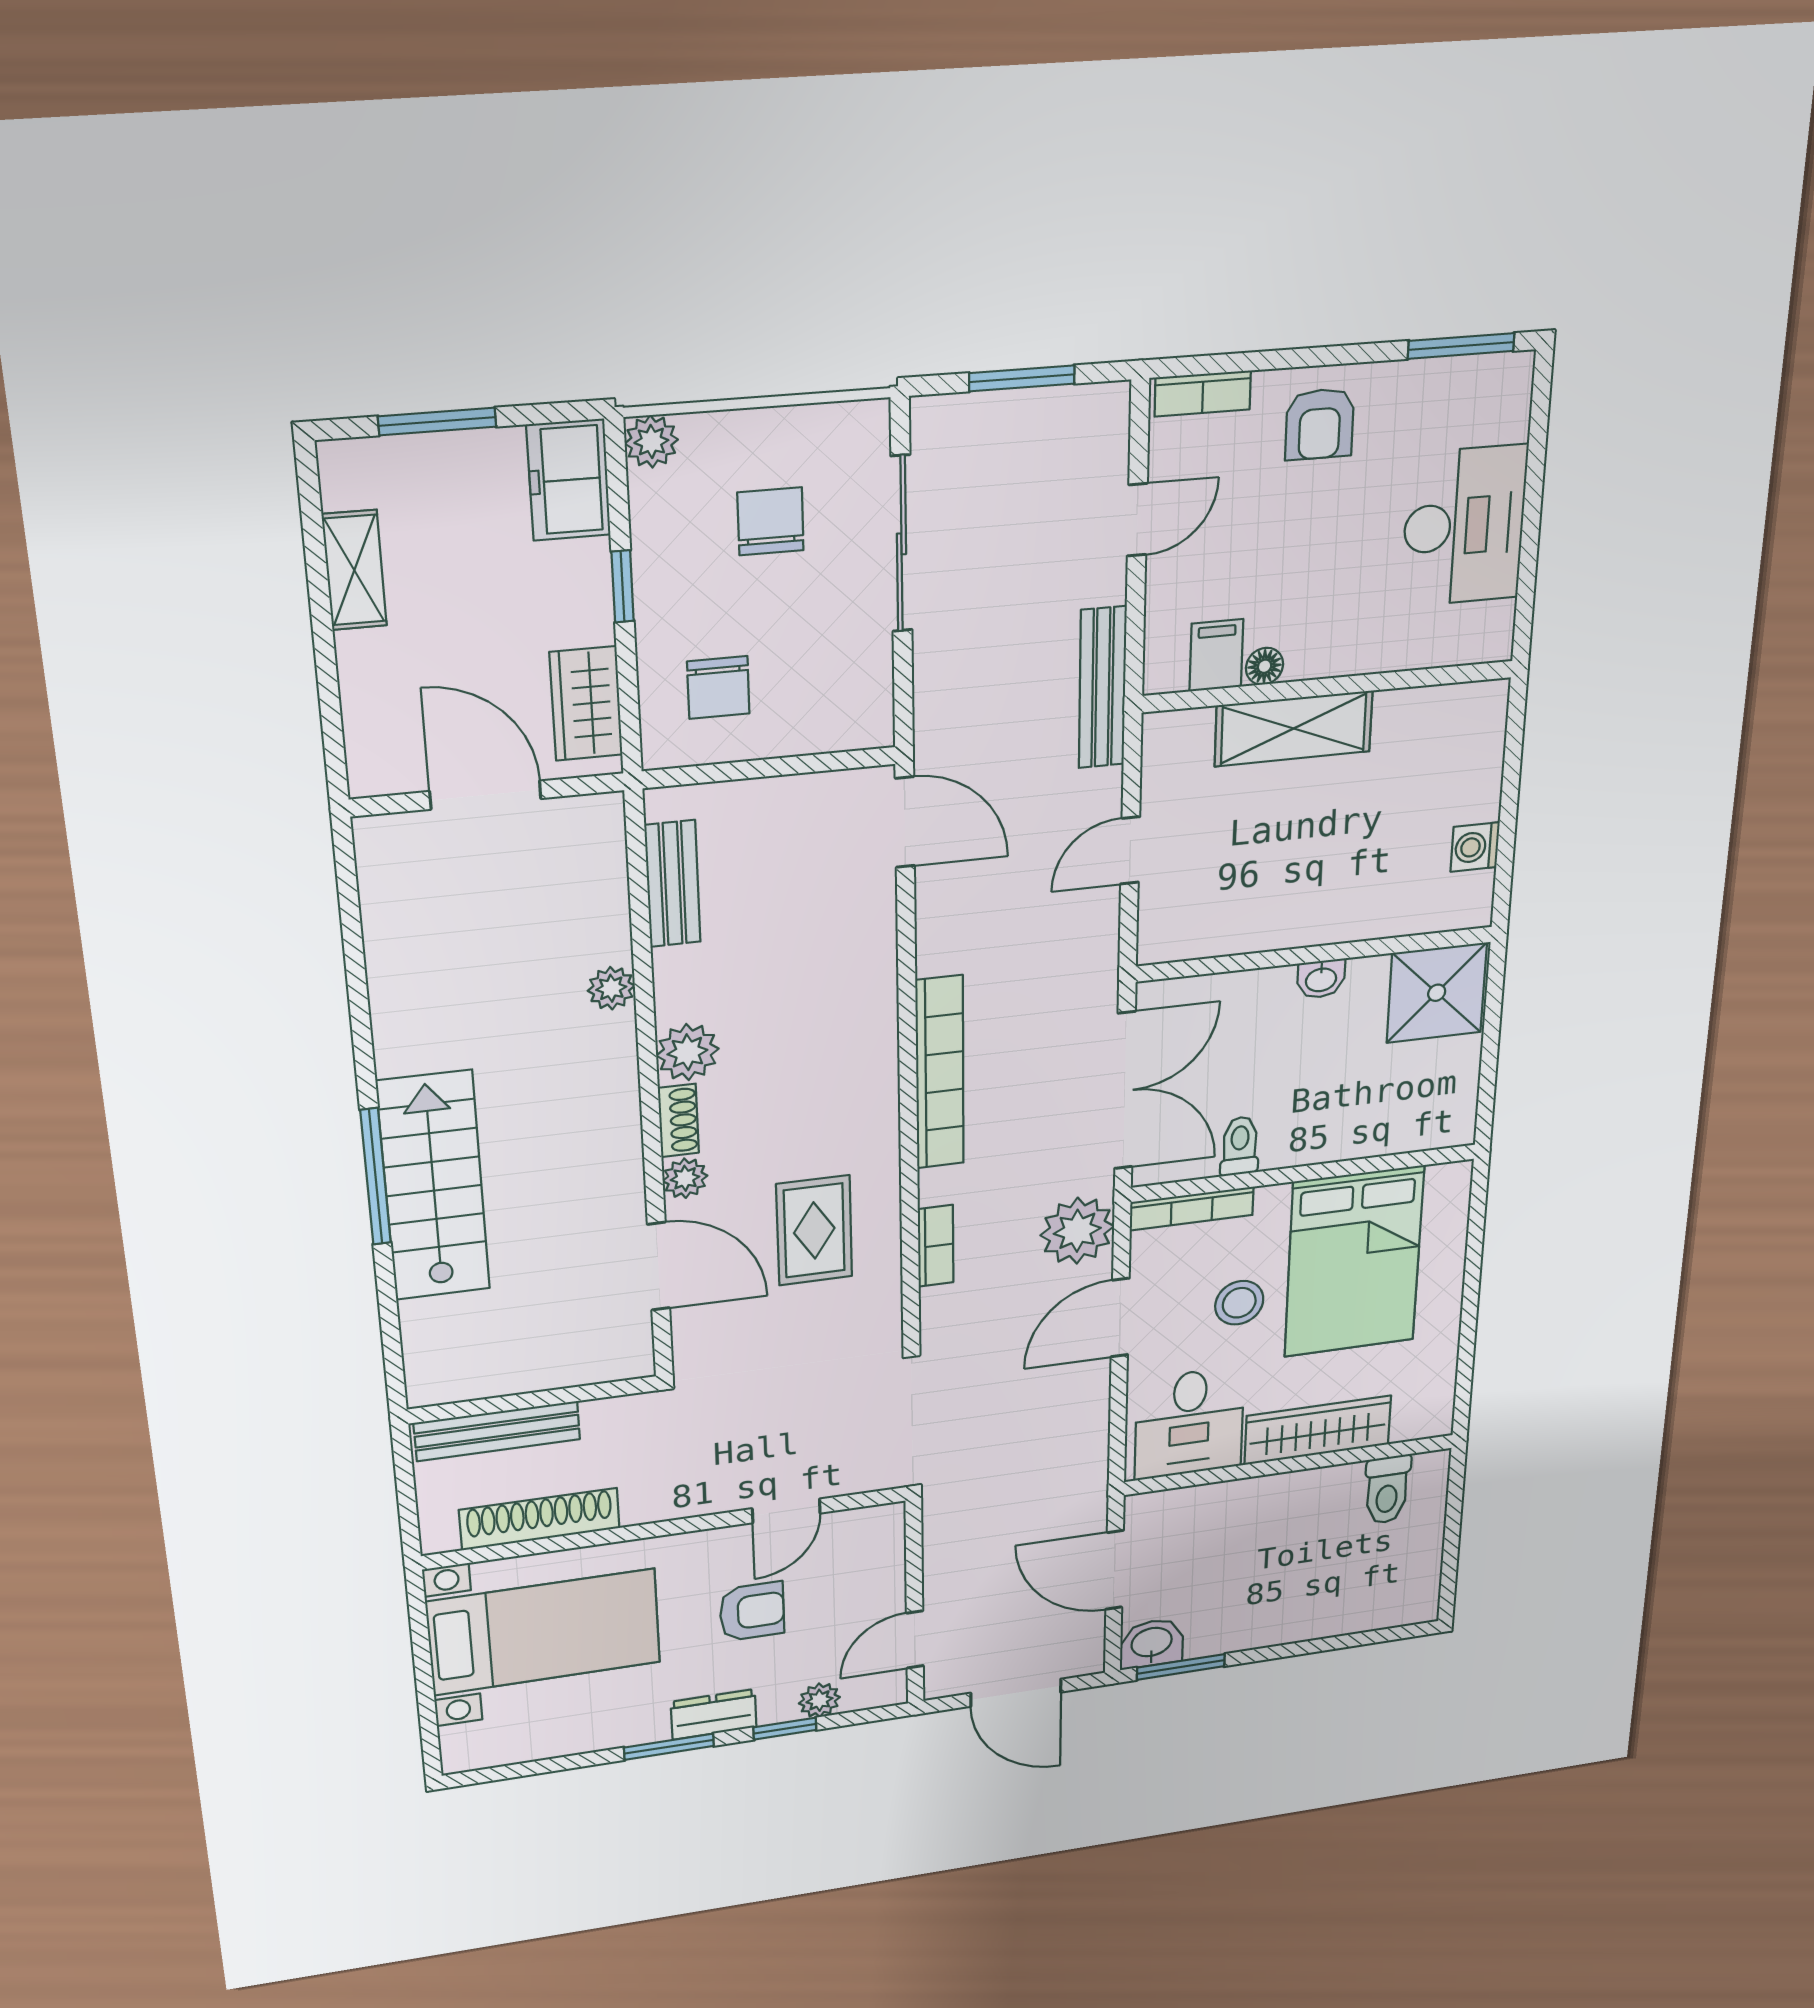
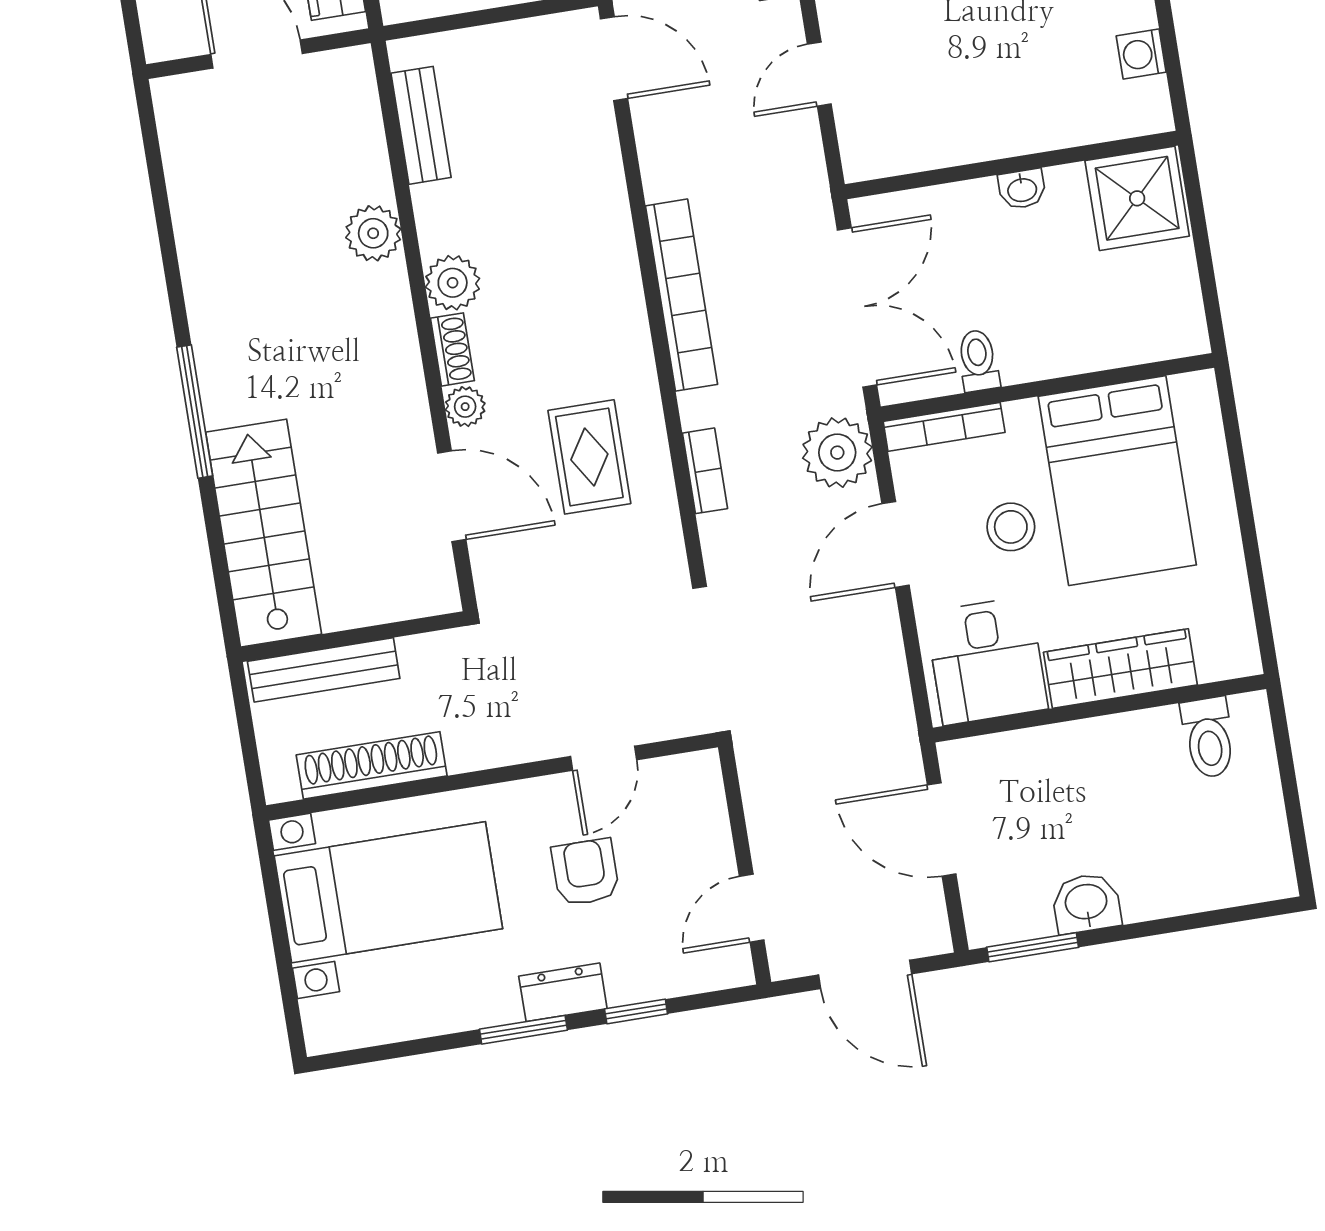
plant: (611, 988) -> (373, 233), width x1.38, depth x1.38
stairs: (434, 1186) -> (264, 533), moved
armchair: (752, 1611) -> (585, 872), turned -90
washbasin: (1152, 1643) -> (1086, 903), moved
plant: (819, 1700) -> (666, 978), removed

